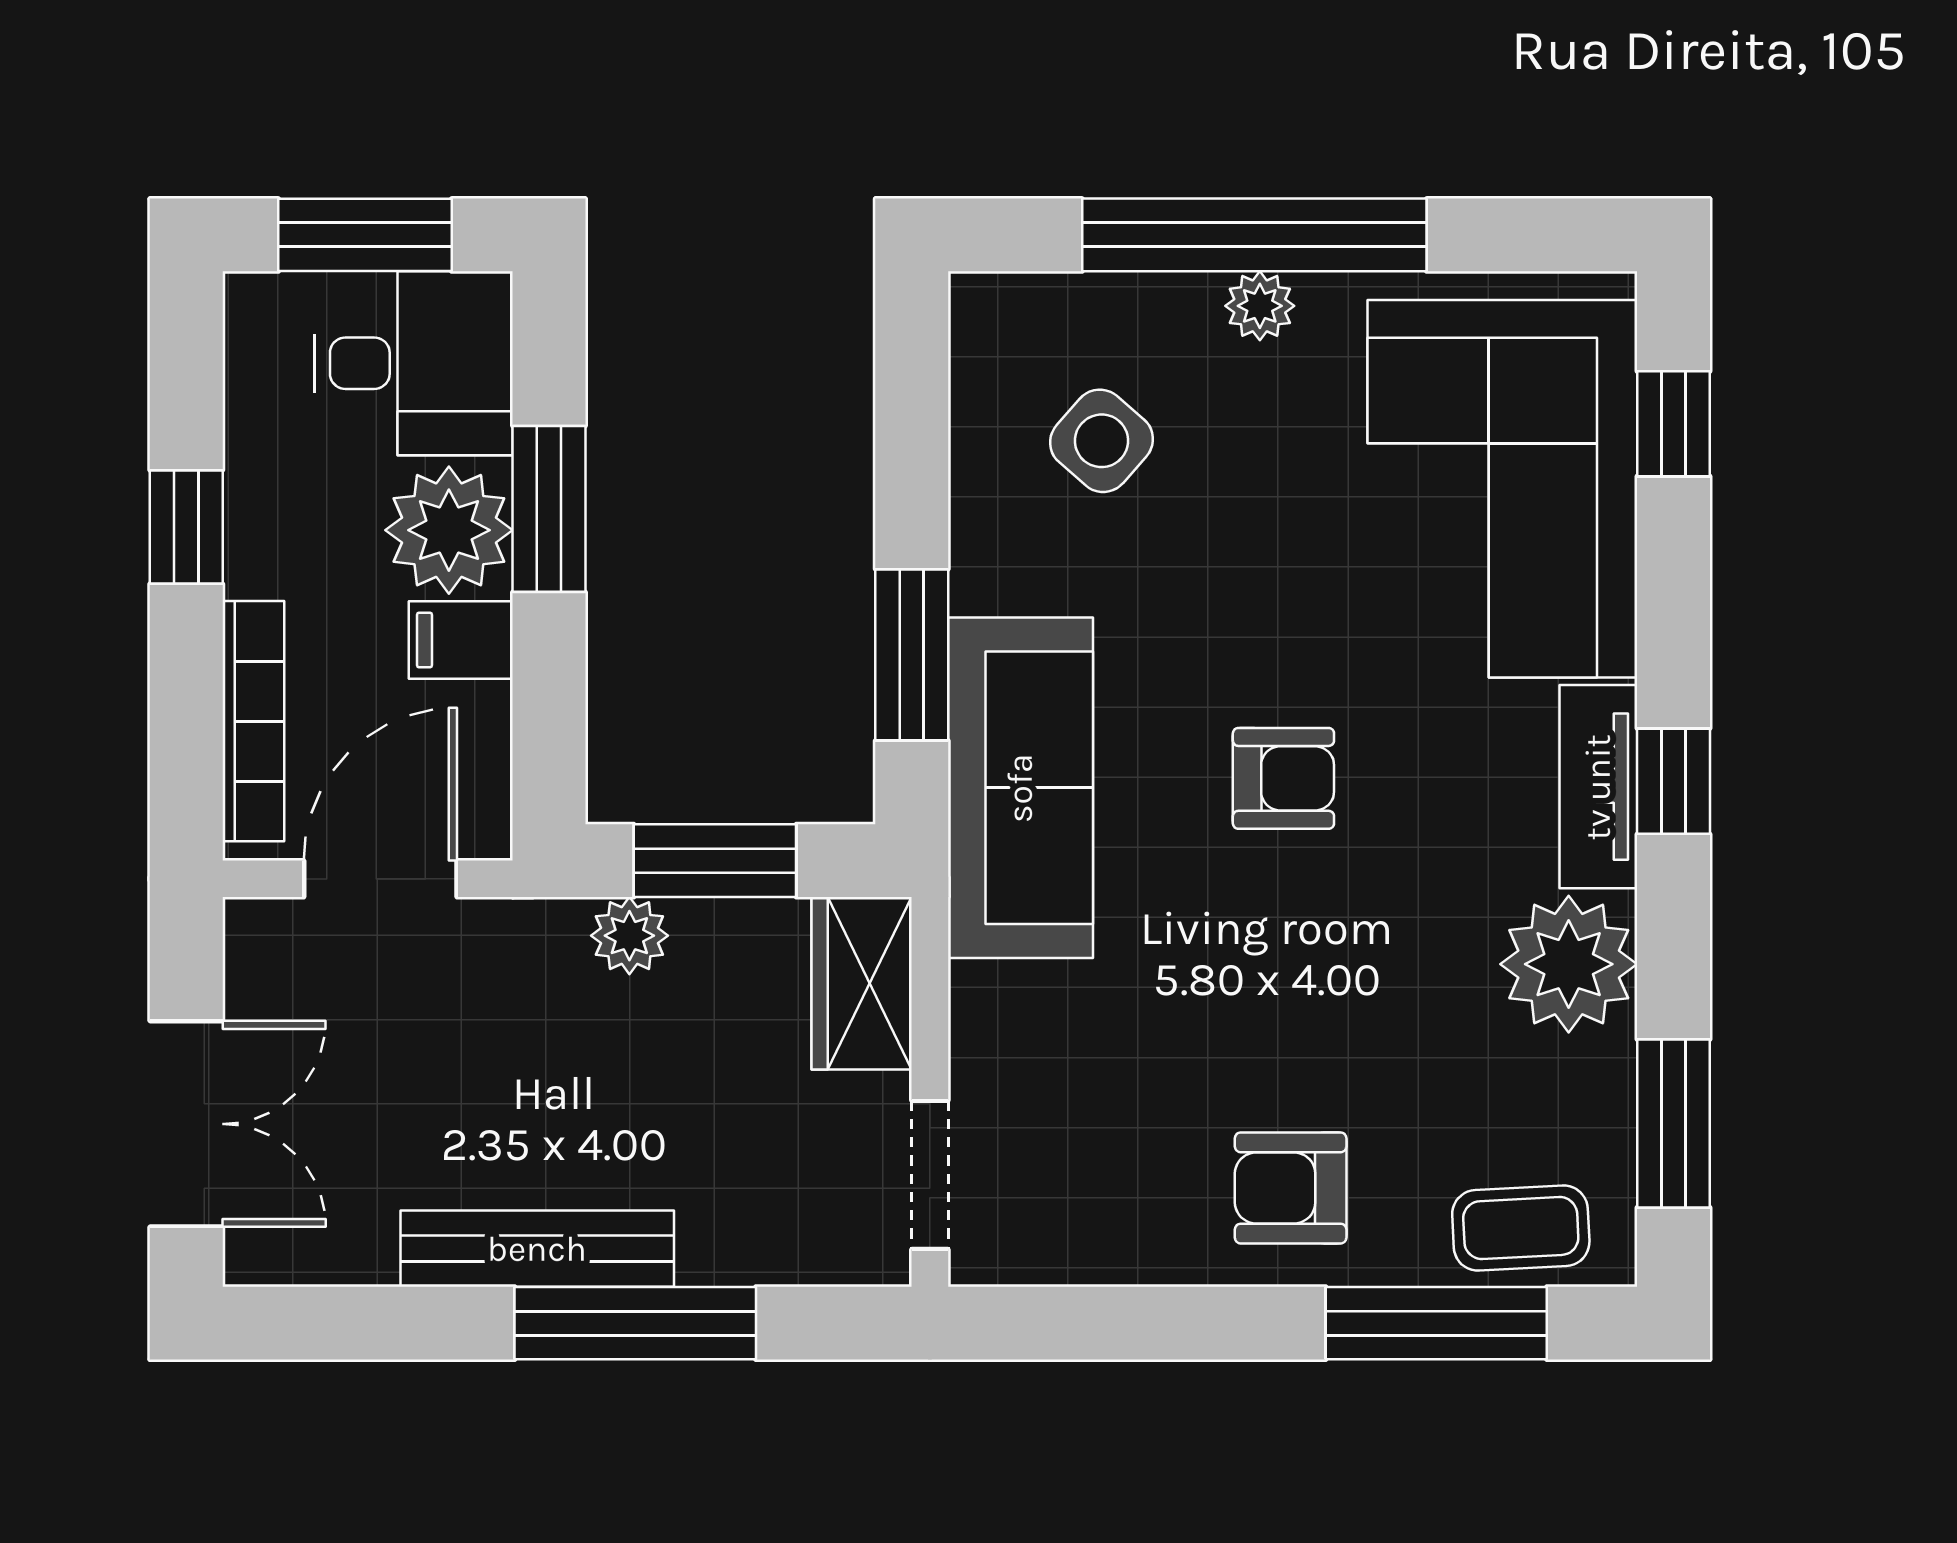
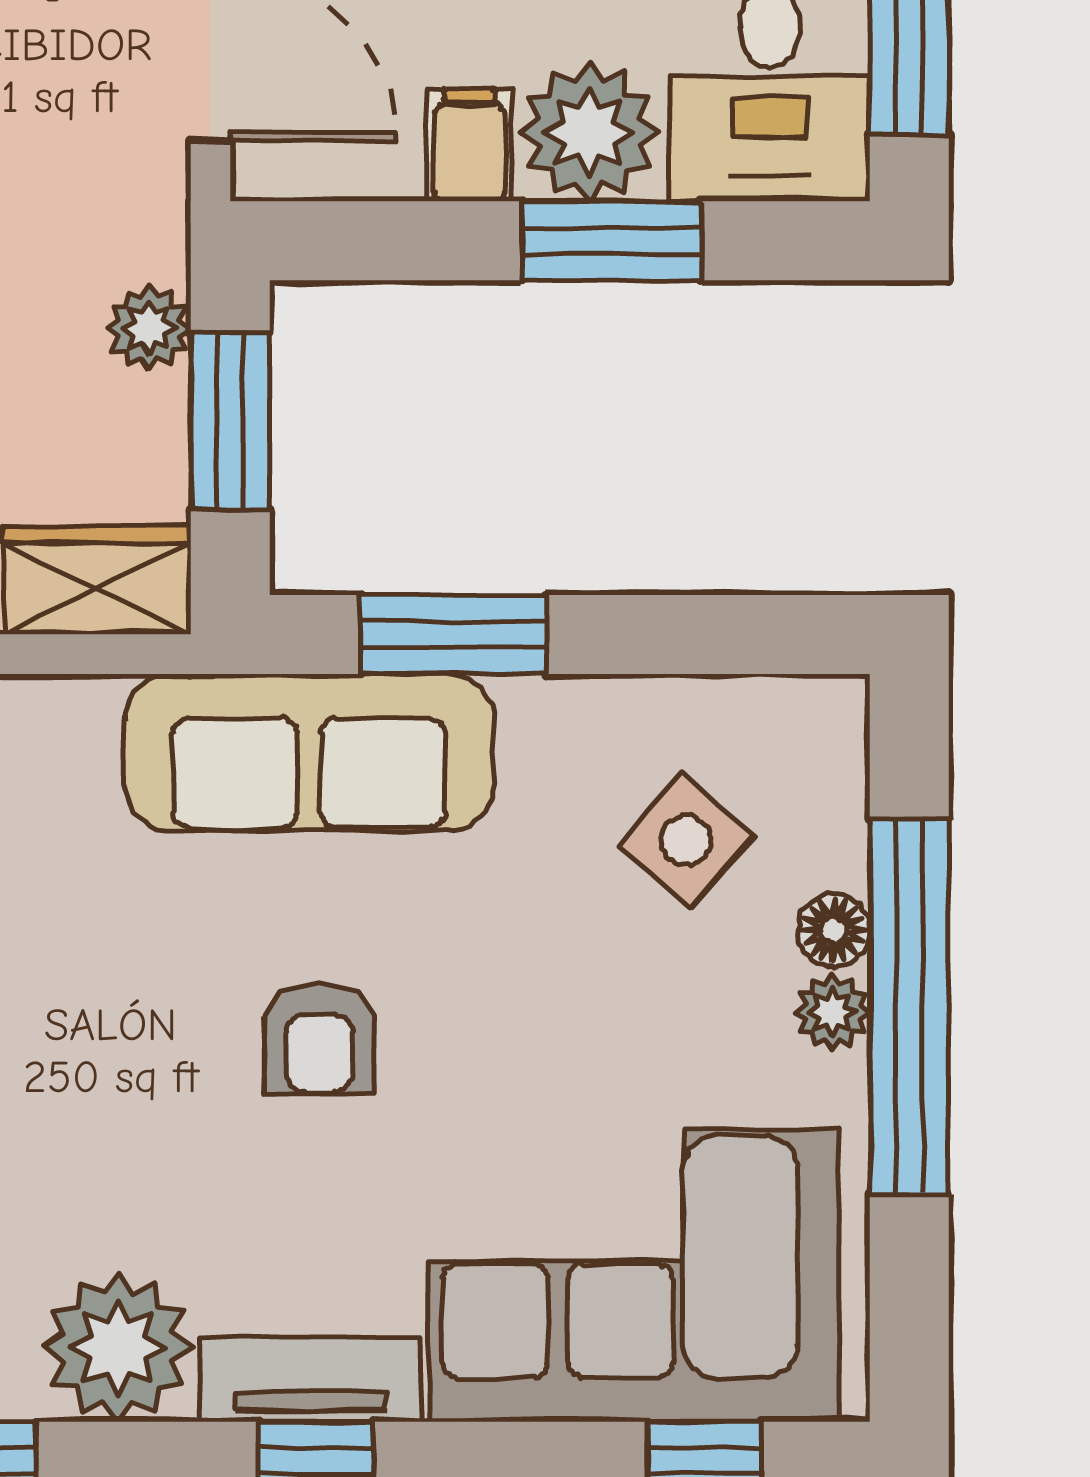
floor lamp: (1184, 305) -> (833, 930), added

